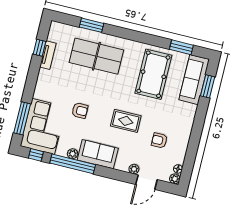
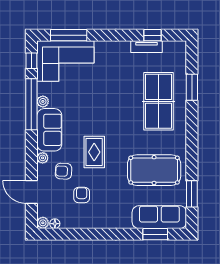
armchair: (80, 111) -> (64, 171), moved, turned 93
plant: (134, 169) -> (43, 158), moved

